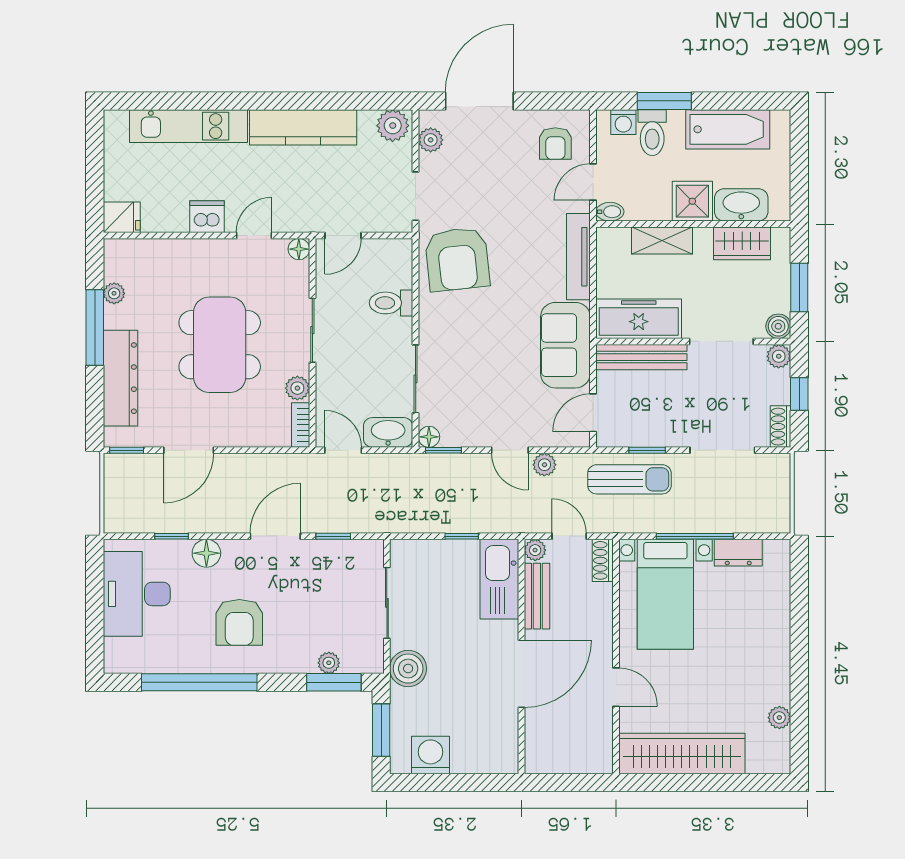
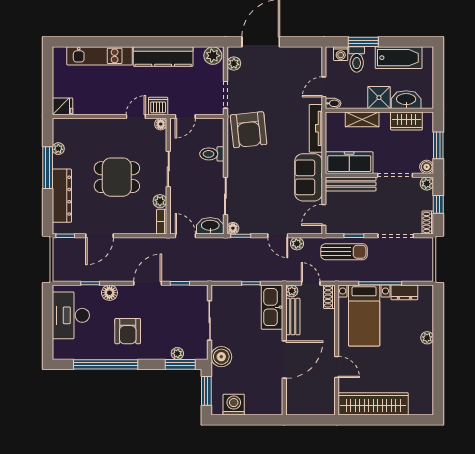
armchair: (555, 144) -> (303, 66), removed
dishwasher: (207, 217) -> (158, 106), moved
dining table: (220, 345) -> (117, 177), width x0.73
plant: (779, 718) -> (427, 338), moved

